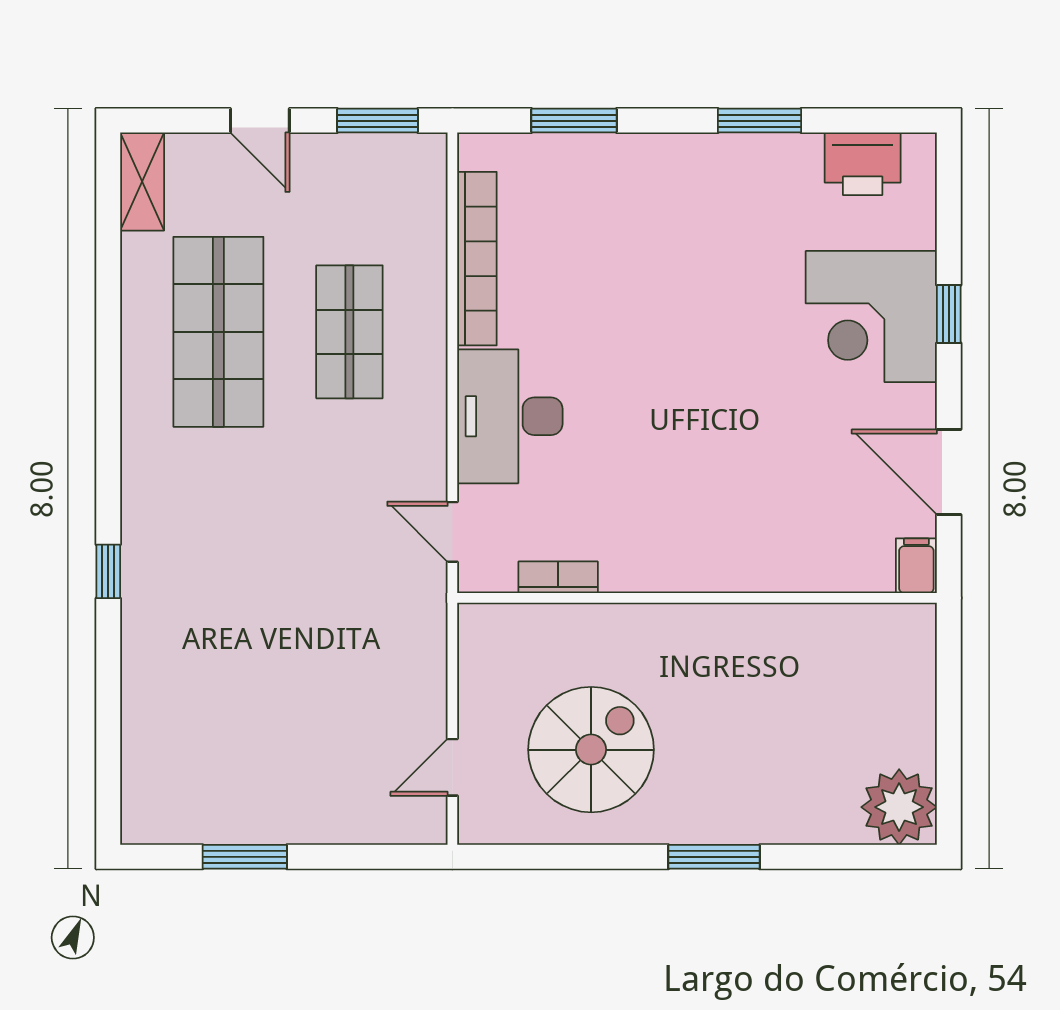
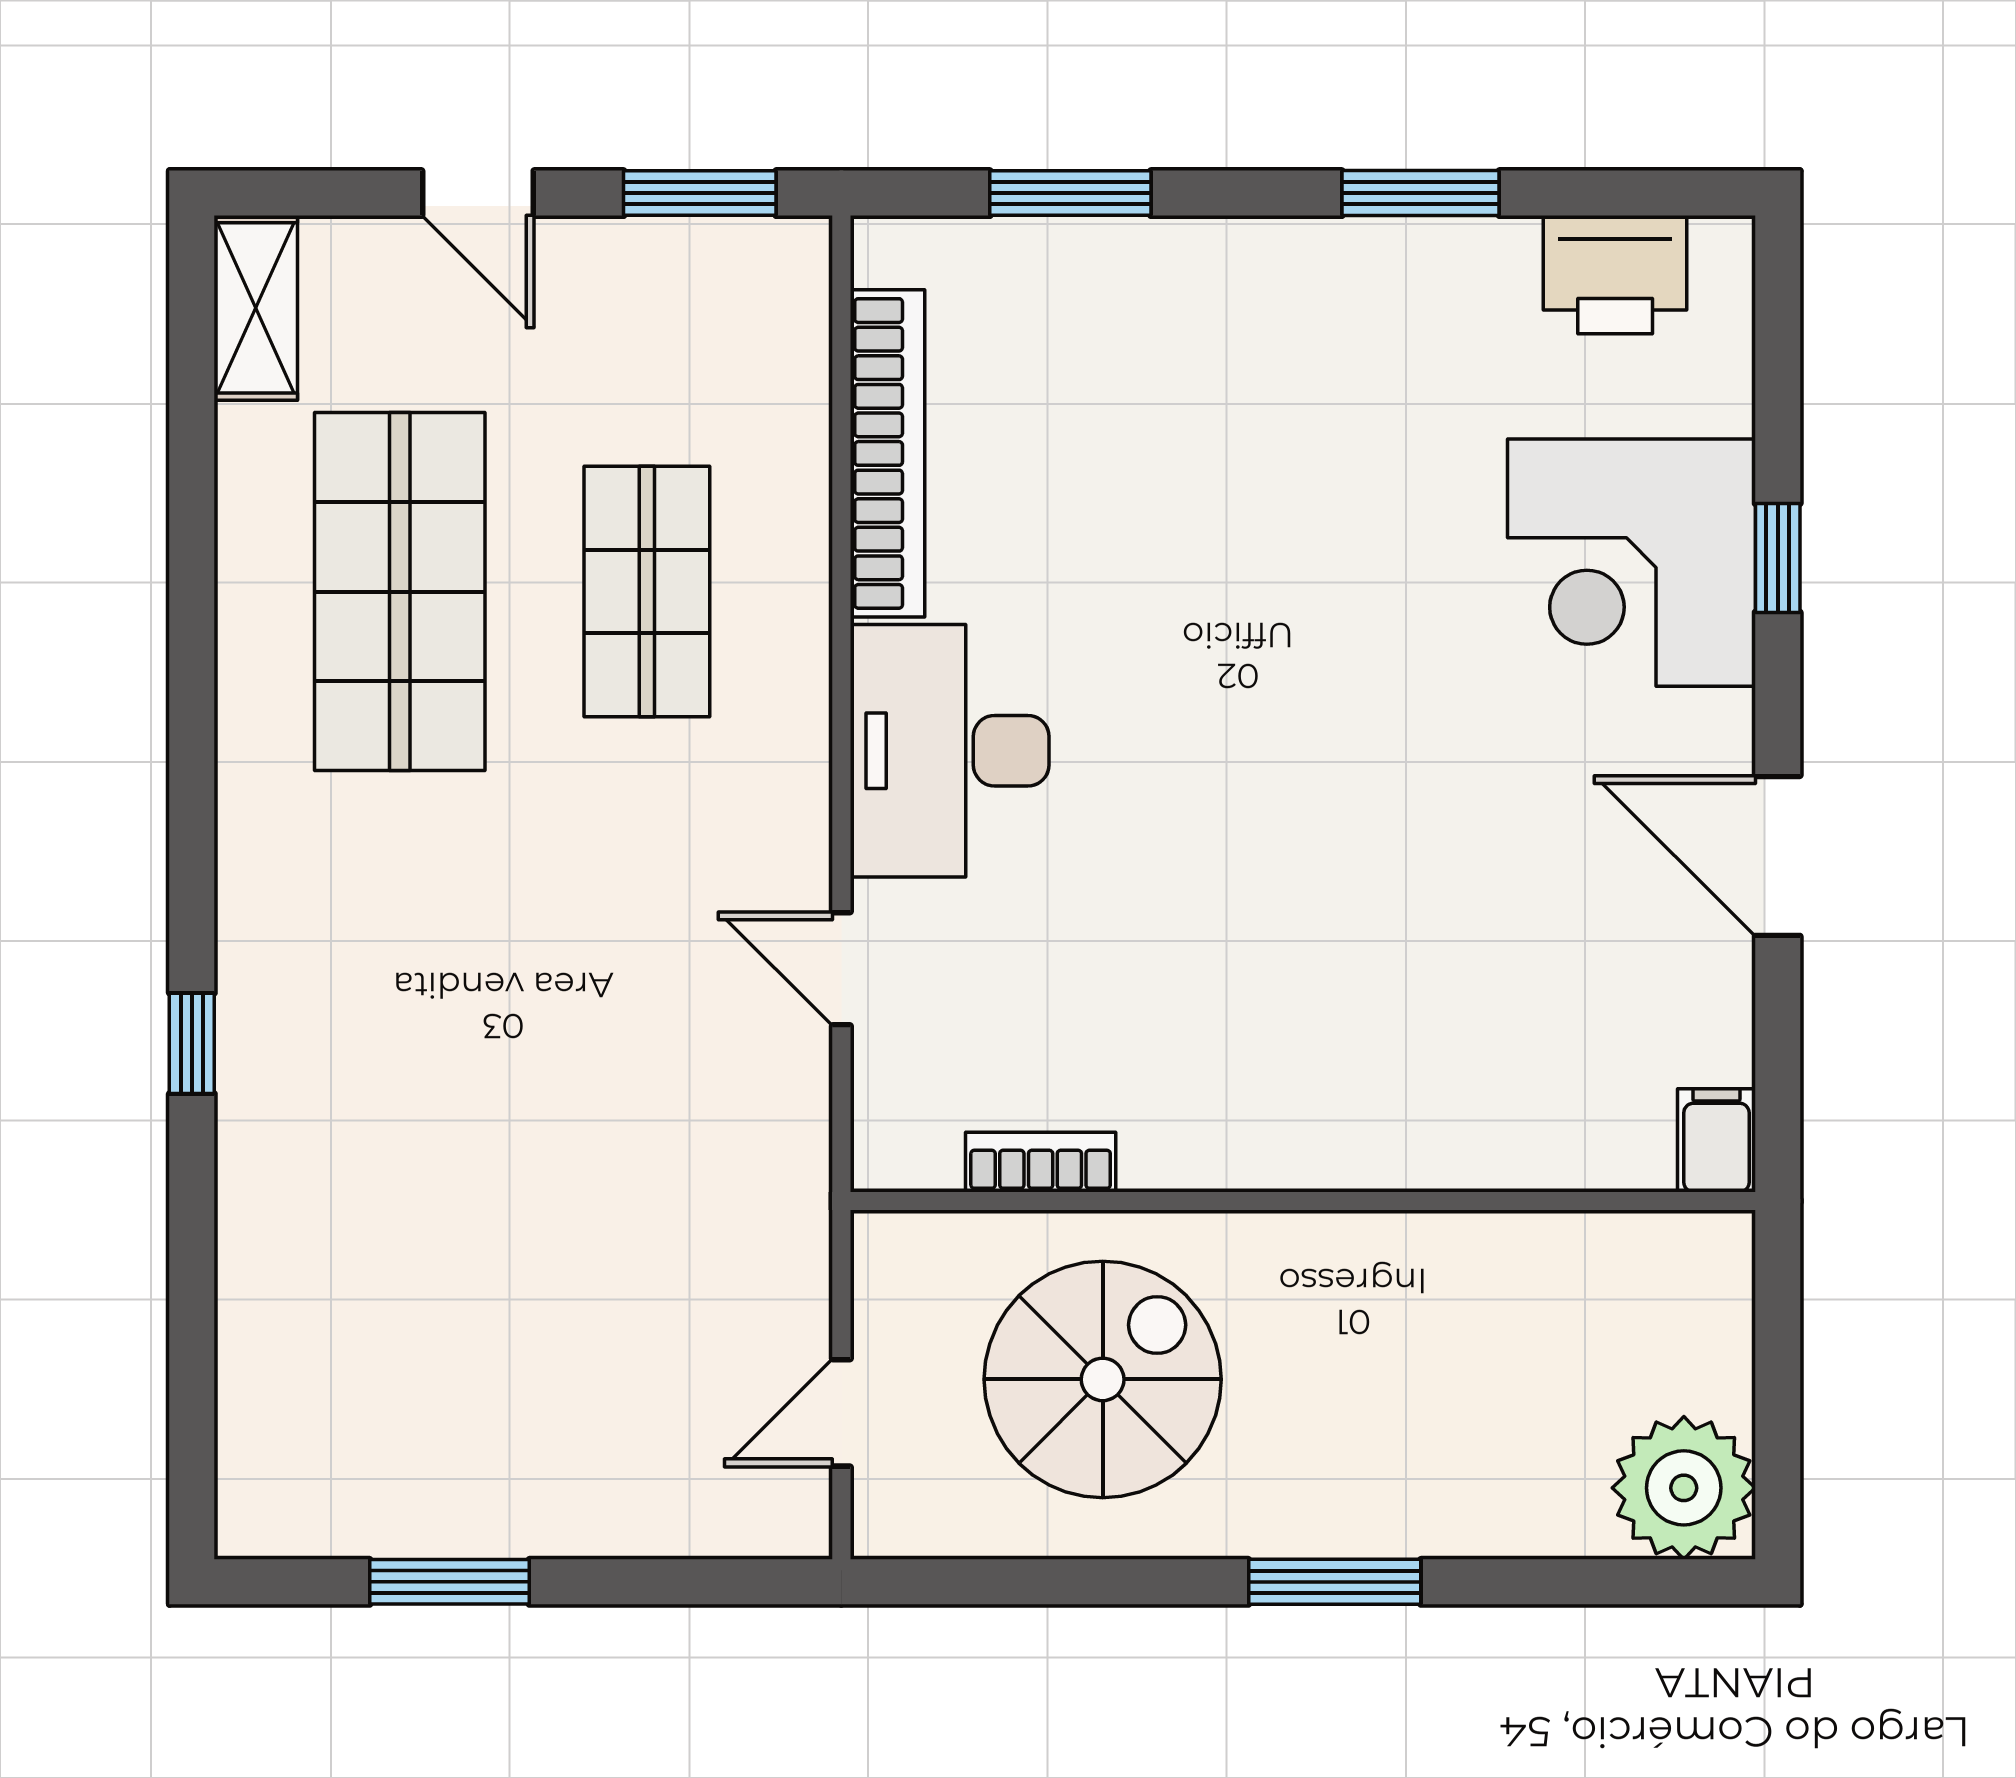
filing cabinet: (916, 566) -> (1716, 1140), moved
bookcase: (558, 577) -> (1041, 1162), moved
wall: (697, 598) -> (1303, 1201), moved

